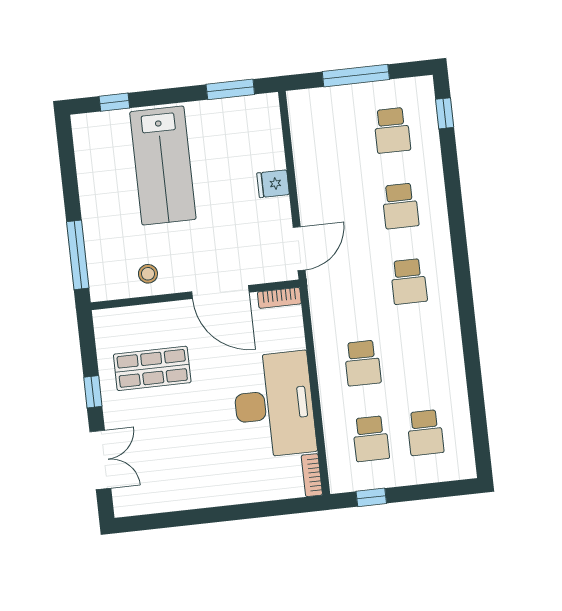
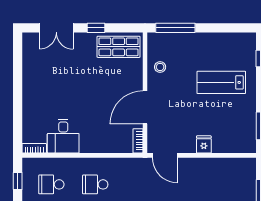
lab bench: (163, 165) -> (221, 82), width x0.73, depth x0.72
shop shelf: (152, 368) -> (119, 47), moved, turned 90
desk: (274, 405) -> (63, 136), width x0.53, depth x0.77

